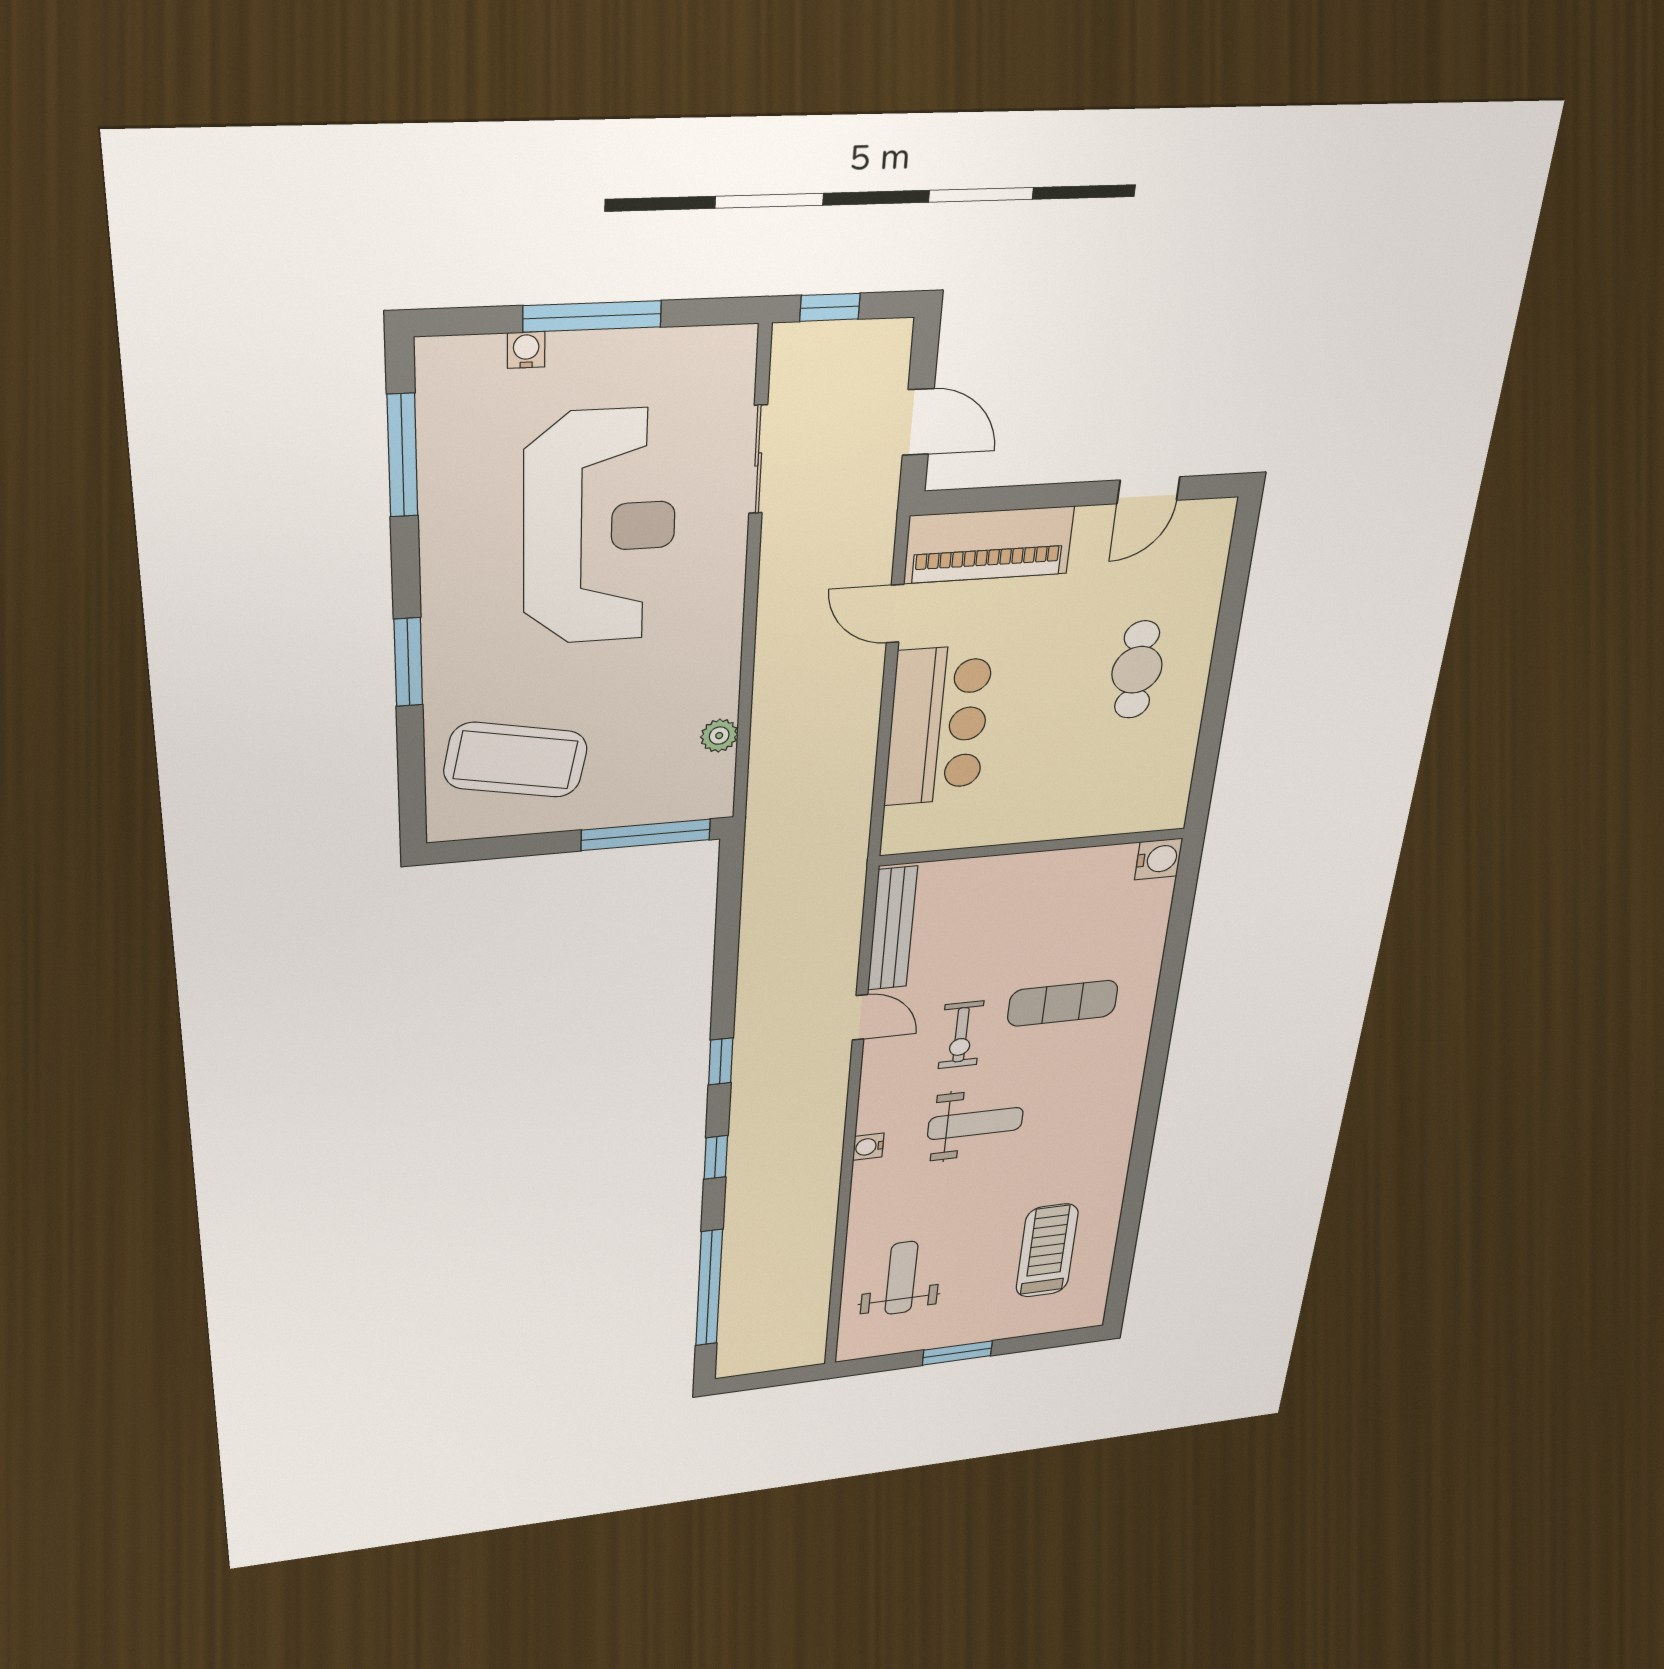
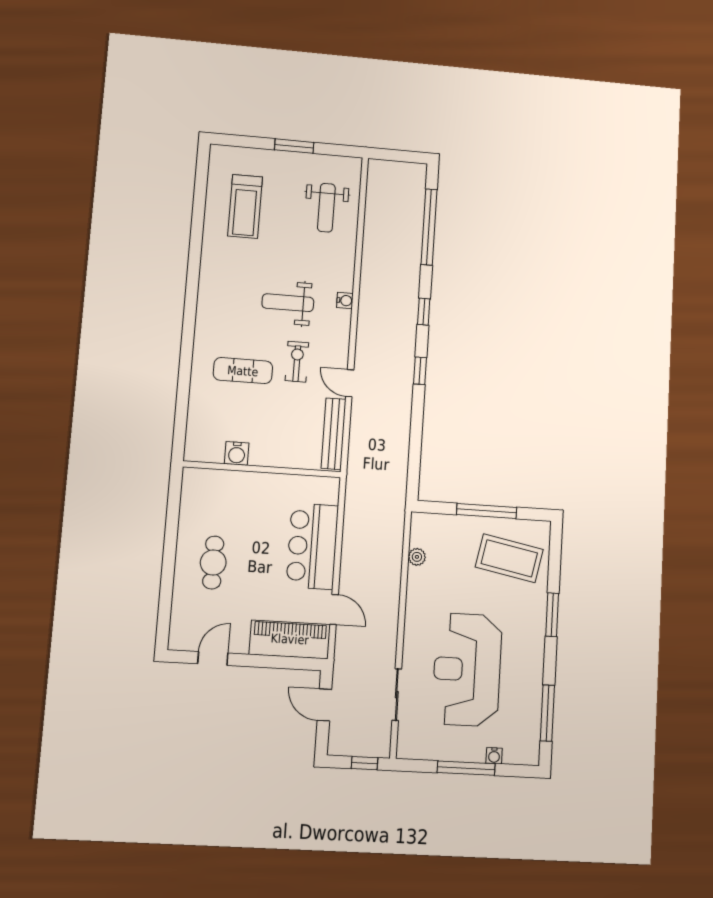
window: (646, 835) -> (487, 511), moved
water cooler: (1159, 859) -> (237, 453), moved, turned -90

